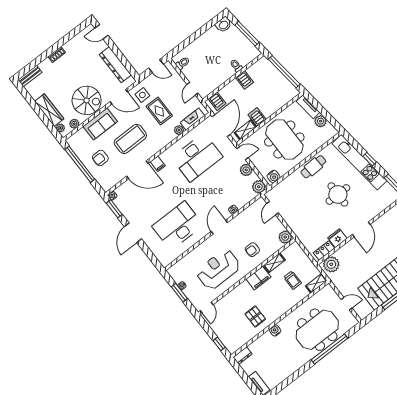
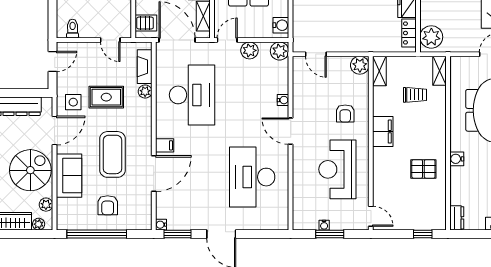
shelving: (274, 263) -> (379, 71), moved

